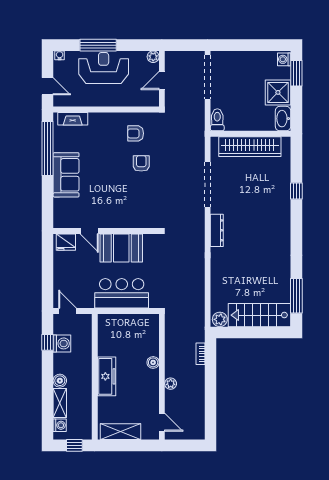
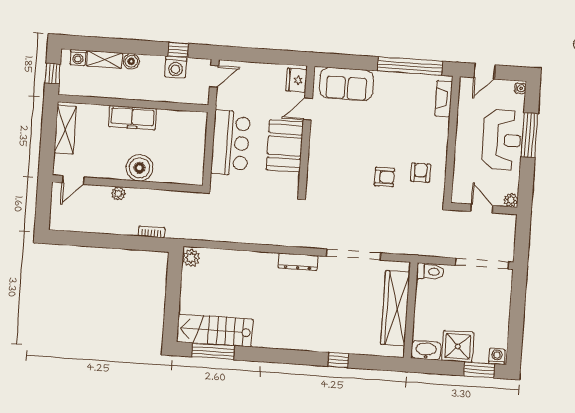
sofa: (66, 175) -> (347, 84), moved
stairs: (259, 315) -> (215, 330), moved, turned -90
boiler: (153, 362) -> (140, 168), width x1.86, depth x1.86

